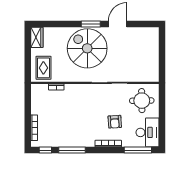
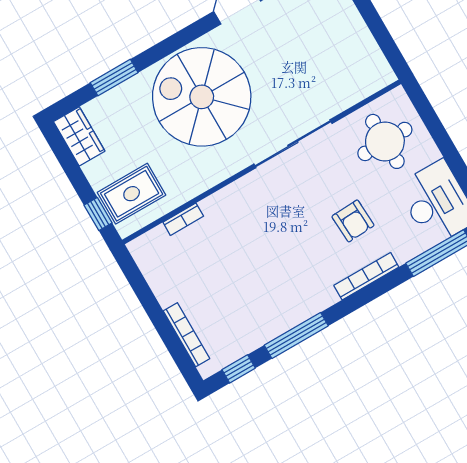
window: (91, 24) -> (114, 78), moved
window: (28, 68) -> (98, 214), added
rug: (43, 68) -> (132, 194), turned 90

